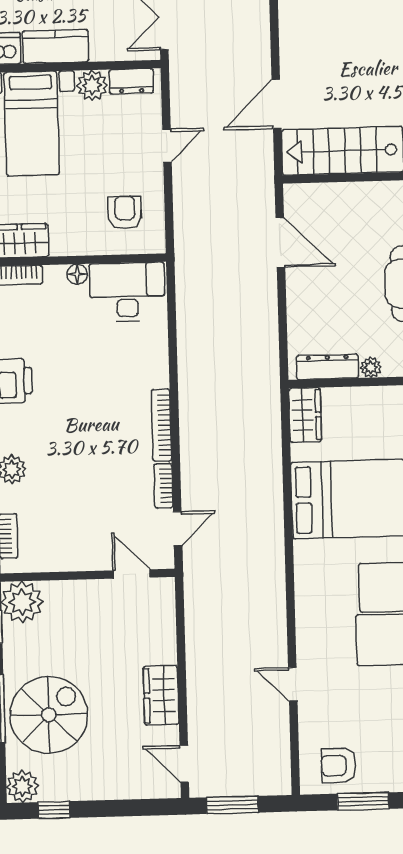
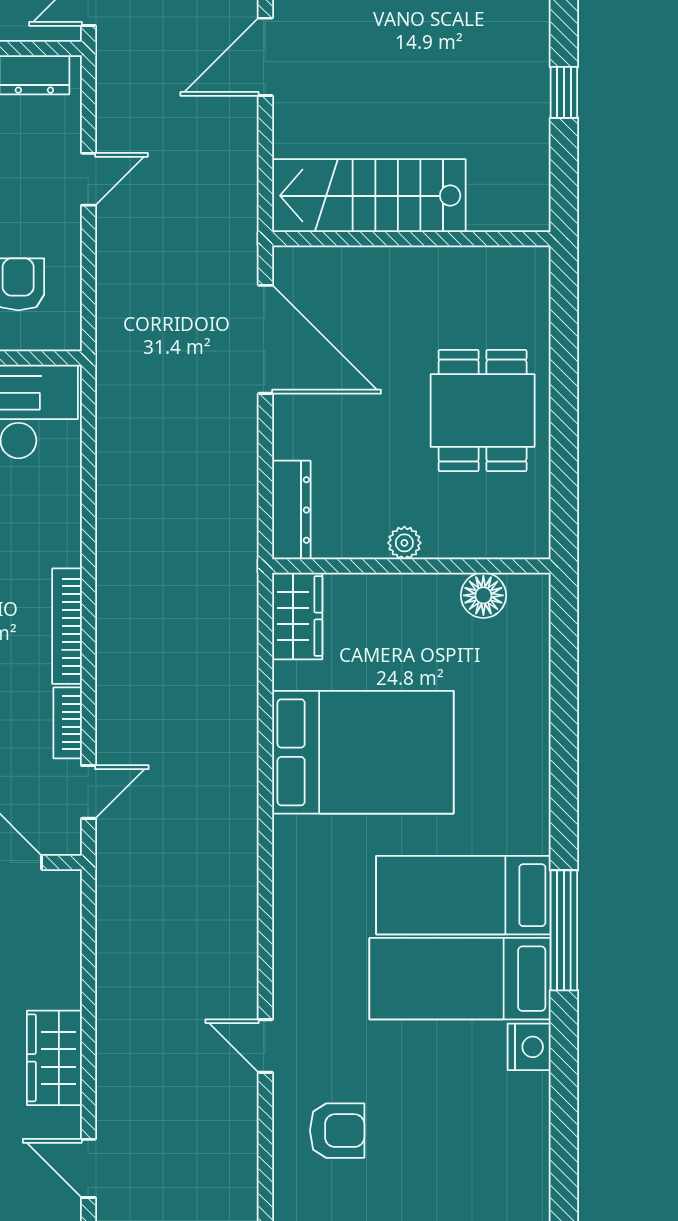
door: (276, 104) -> (265, 57), moved
door: (280, 242) -> (265, 339), width x1.36
dresser: (327, 367) -> (291, 510), moved, turned 90
armchair: (339, 765) -> (337, 1131), moved, turned 180

